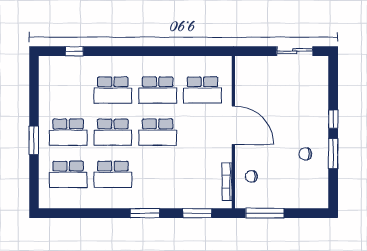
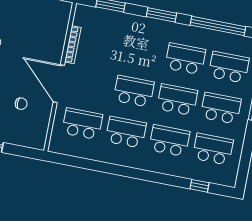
school desk: (68, 90) -> (213, 149), added
chair: (251, 176) -> (21, 104), moved
bookcase: (227, 182) -> (73, 45), moved
window: (87, 213) -> (218, 26), added

